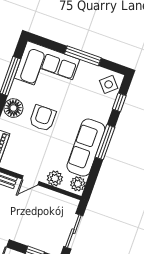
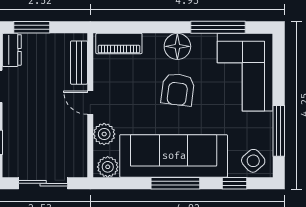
window: (83, 56) -> (279, 131), moved
armchair: (43, 118) -> (178, 90), turned 97
sofa: (86, 148) -> (174, 156), width x1.36, depth x1.27

